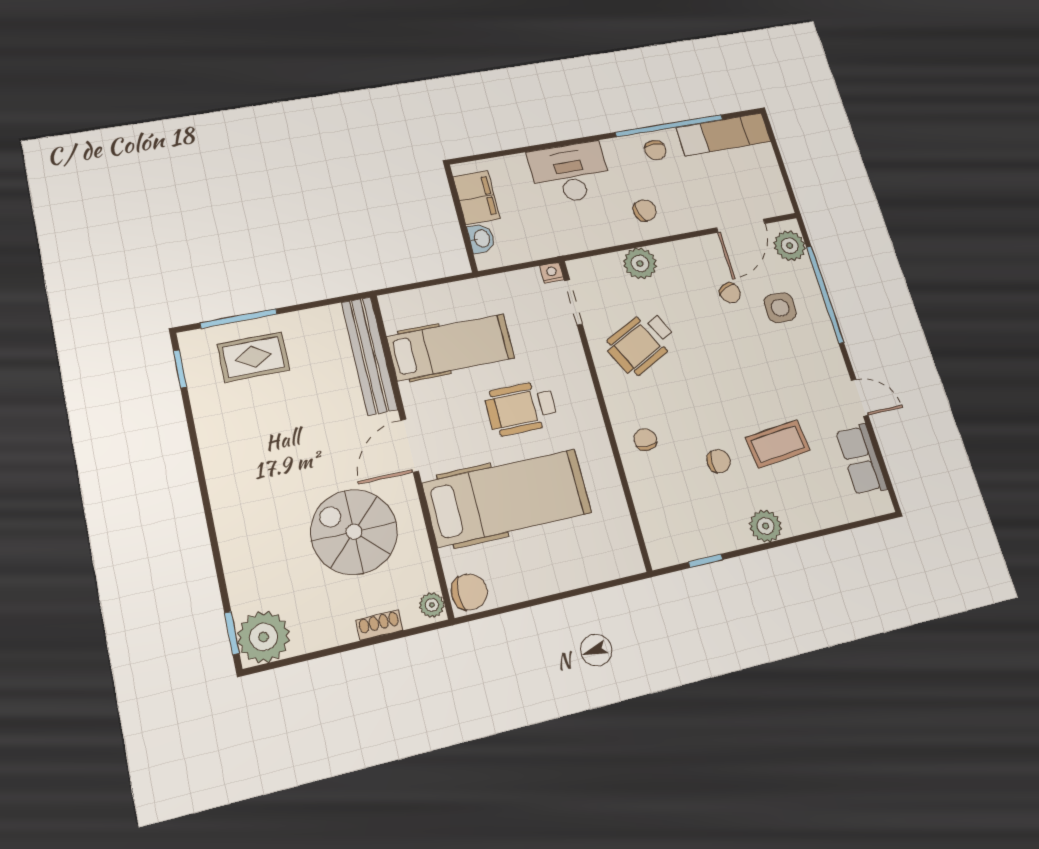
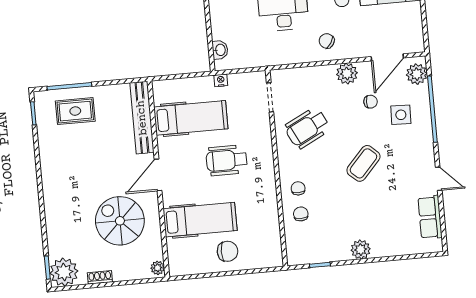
filing cabinet: (477, 198) -> (221, 22), removed
chair: (645, 210) -> (327, 41), turned -128
plant: (640, 264) -> (347, 74), moved
nightstand: (552, 273) -> (221, 80), moved
chair: (730, 293) -> (370, 102), turned -63
coffee table: (778, 444) -> (363, 163), moved, turned -42
chair: (719, 461) -> (301, 214), moved, turned -90
hospital bed: (507, 498) -> (200, 220), width x0.73, depth x0.78
chair: (469, 592) -> (228, 251), moved
shoe rack: (379, 625) -> (100, 277), moved

